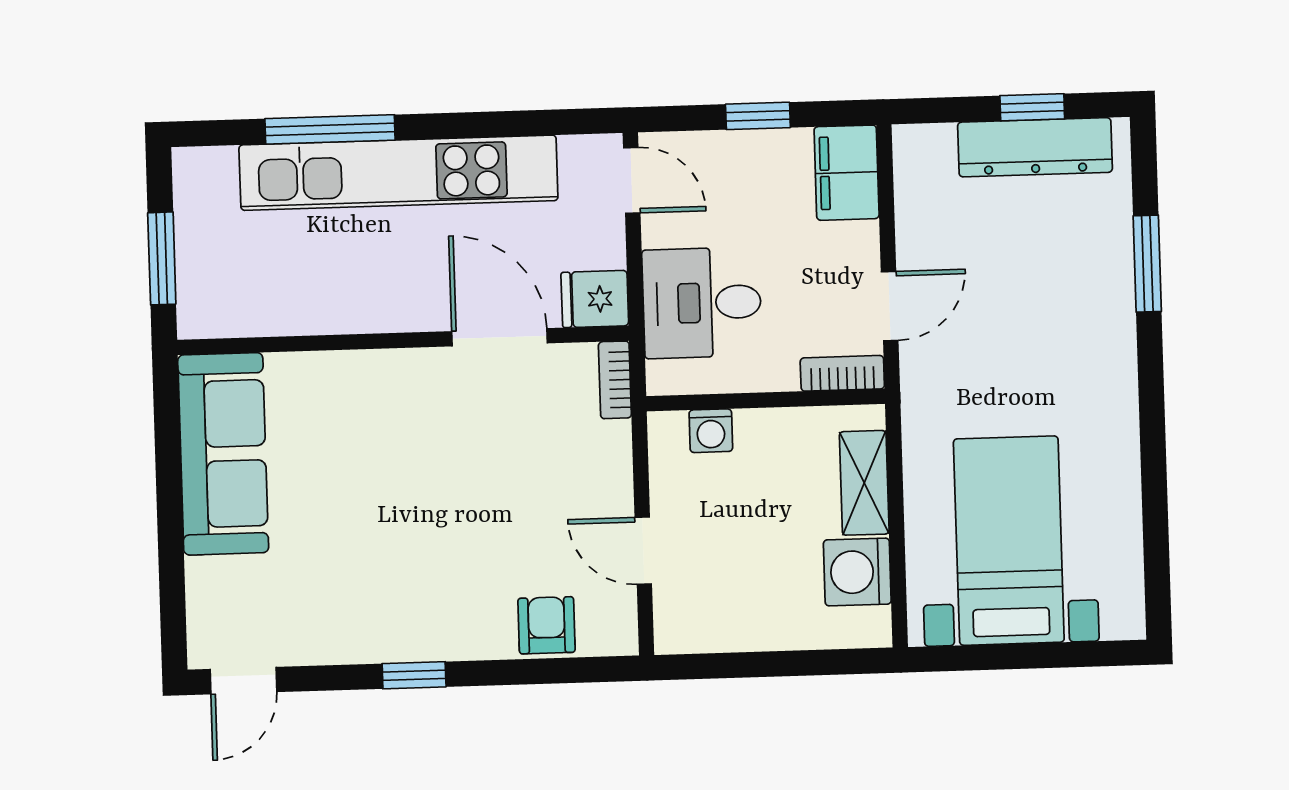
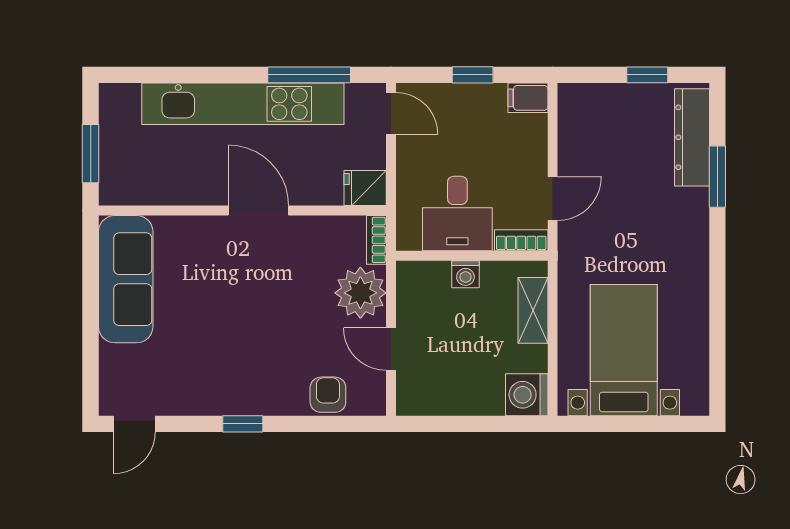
window: (330, 129) -> (309, 75), moved
dresser: (1035, 147) -> (692, 137), moved, turned 90
filing cabinet: (847, 173) -> (528, 98), width x0.50
desk: (702, 303) -> (457, 214), moved, turned -90
door: (499, 337) -> (258, 211), moved
washing machine: (711, 431) -> (465, 274), moved
plant: (593, 464) -> (360, 293), added
washing machine: (857, 572) -> (527, 395), moved

